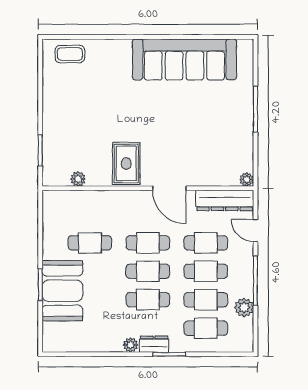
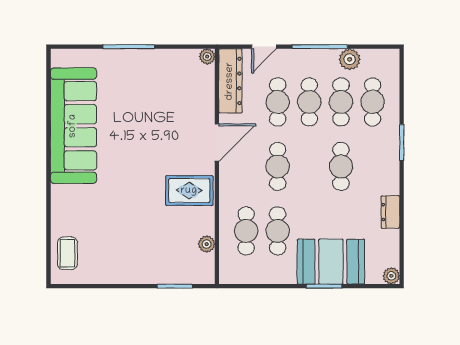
cafe table: (148, 271) -> (246, 231), moved
dresser: (154, 344) -> (390, 212), moved
plant: (131, 345) -> (391, 276), moved

